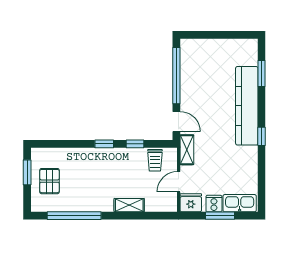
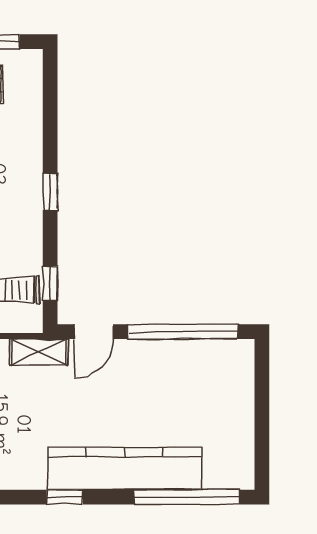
window: (262, 74) -> (187, 497), width x2.11
window: (135, 144) -> (50, 284), moved

